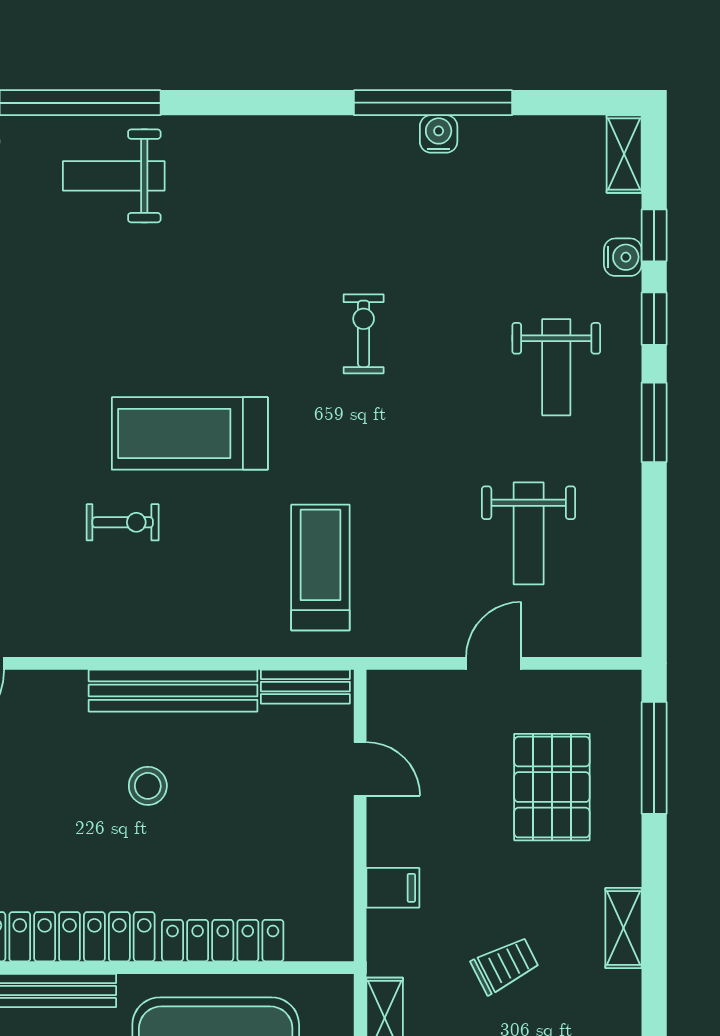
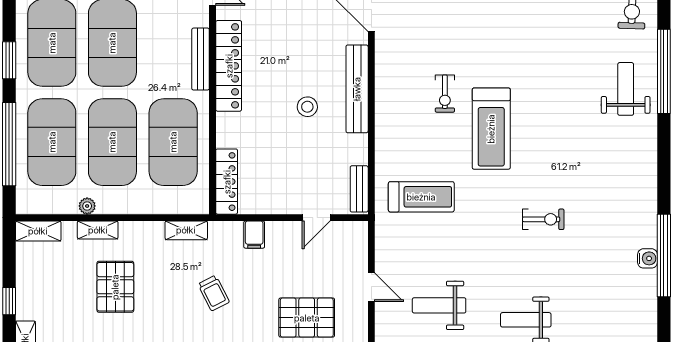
treadmill: (190, 433) -> (491, 129), turned 180
bench: (173, 691) -> (357, 89), moved
locker: (223, 941) -> (227, 182), moved

